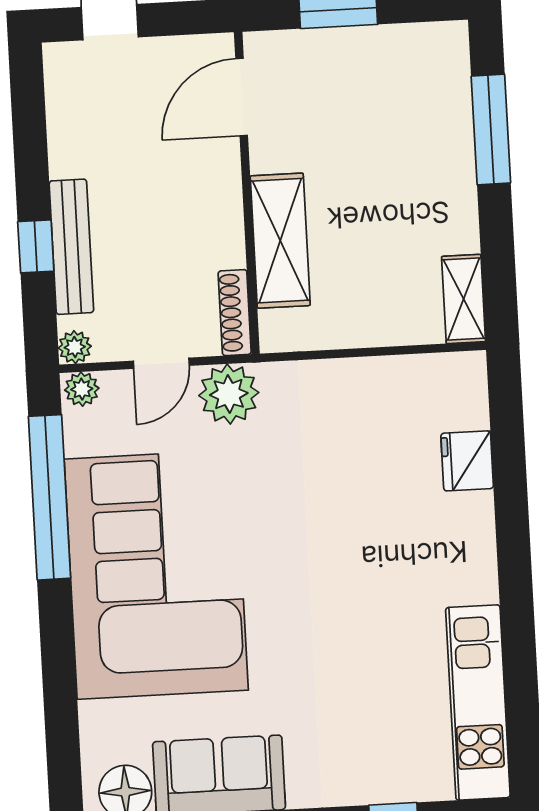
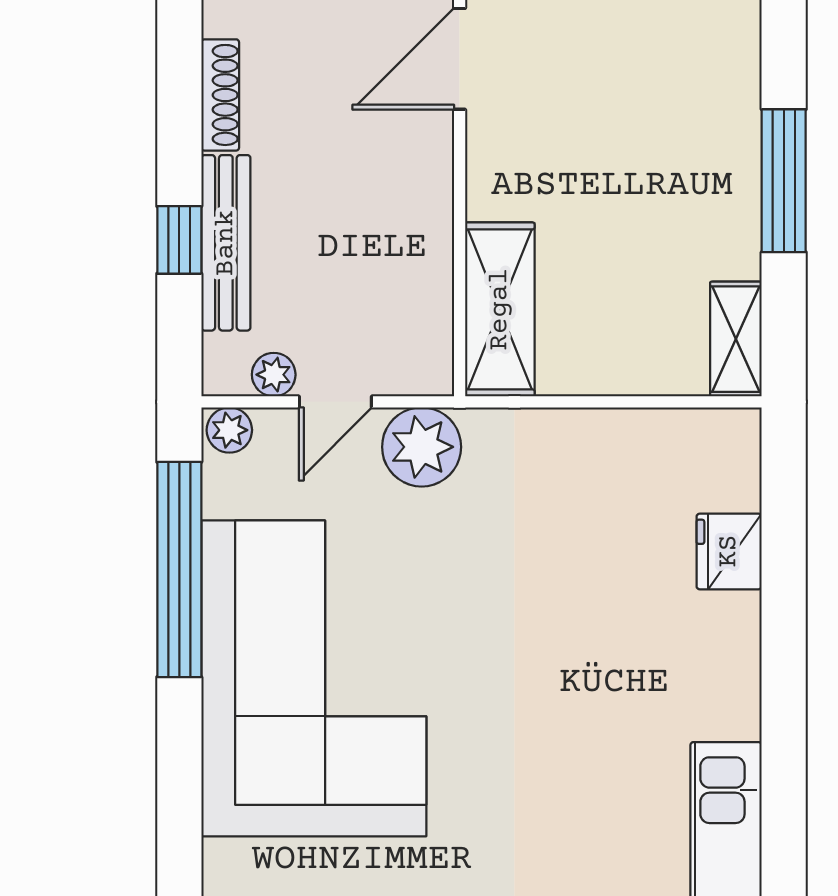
window: (491, 130) -> (784, 181), moved
shelving: (280, 241) -> (500, 309), moved
shoe rack: (235, 313) -> (220, 95), moved, turned 180
plant: (75, 347) -> (274, 375), moved

